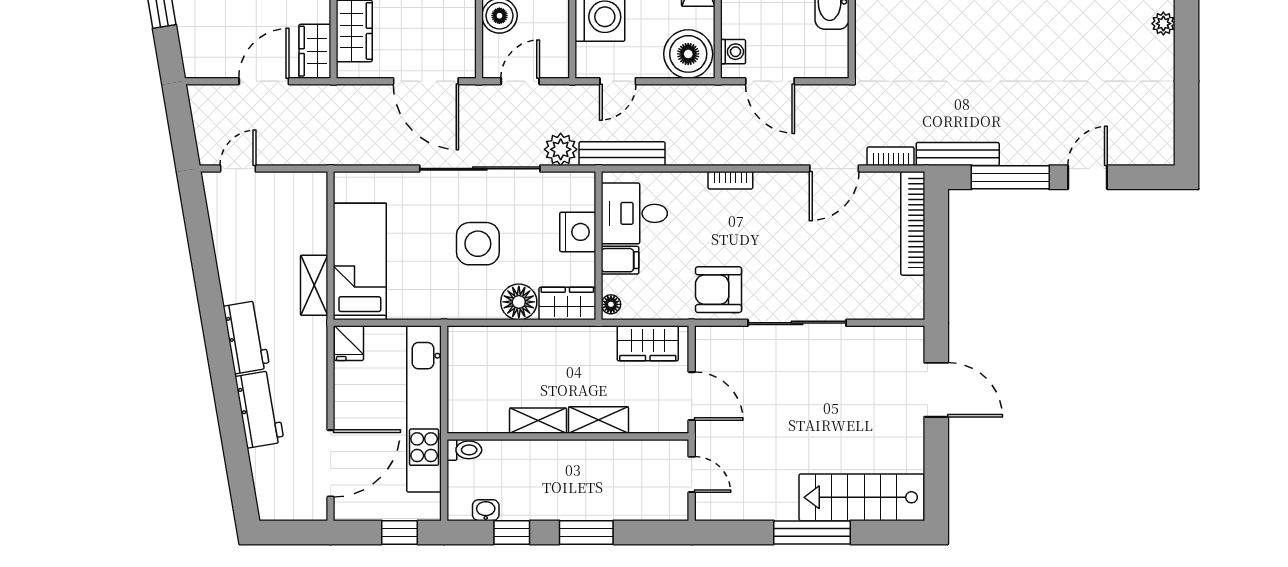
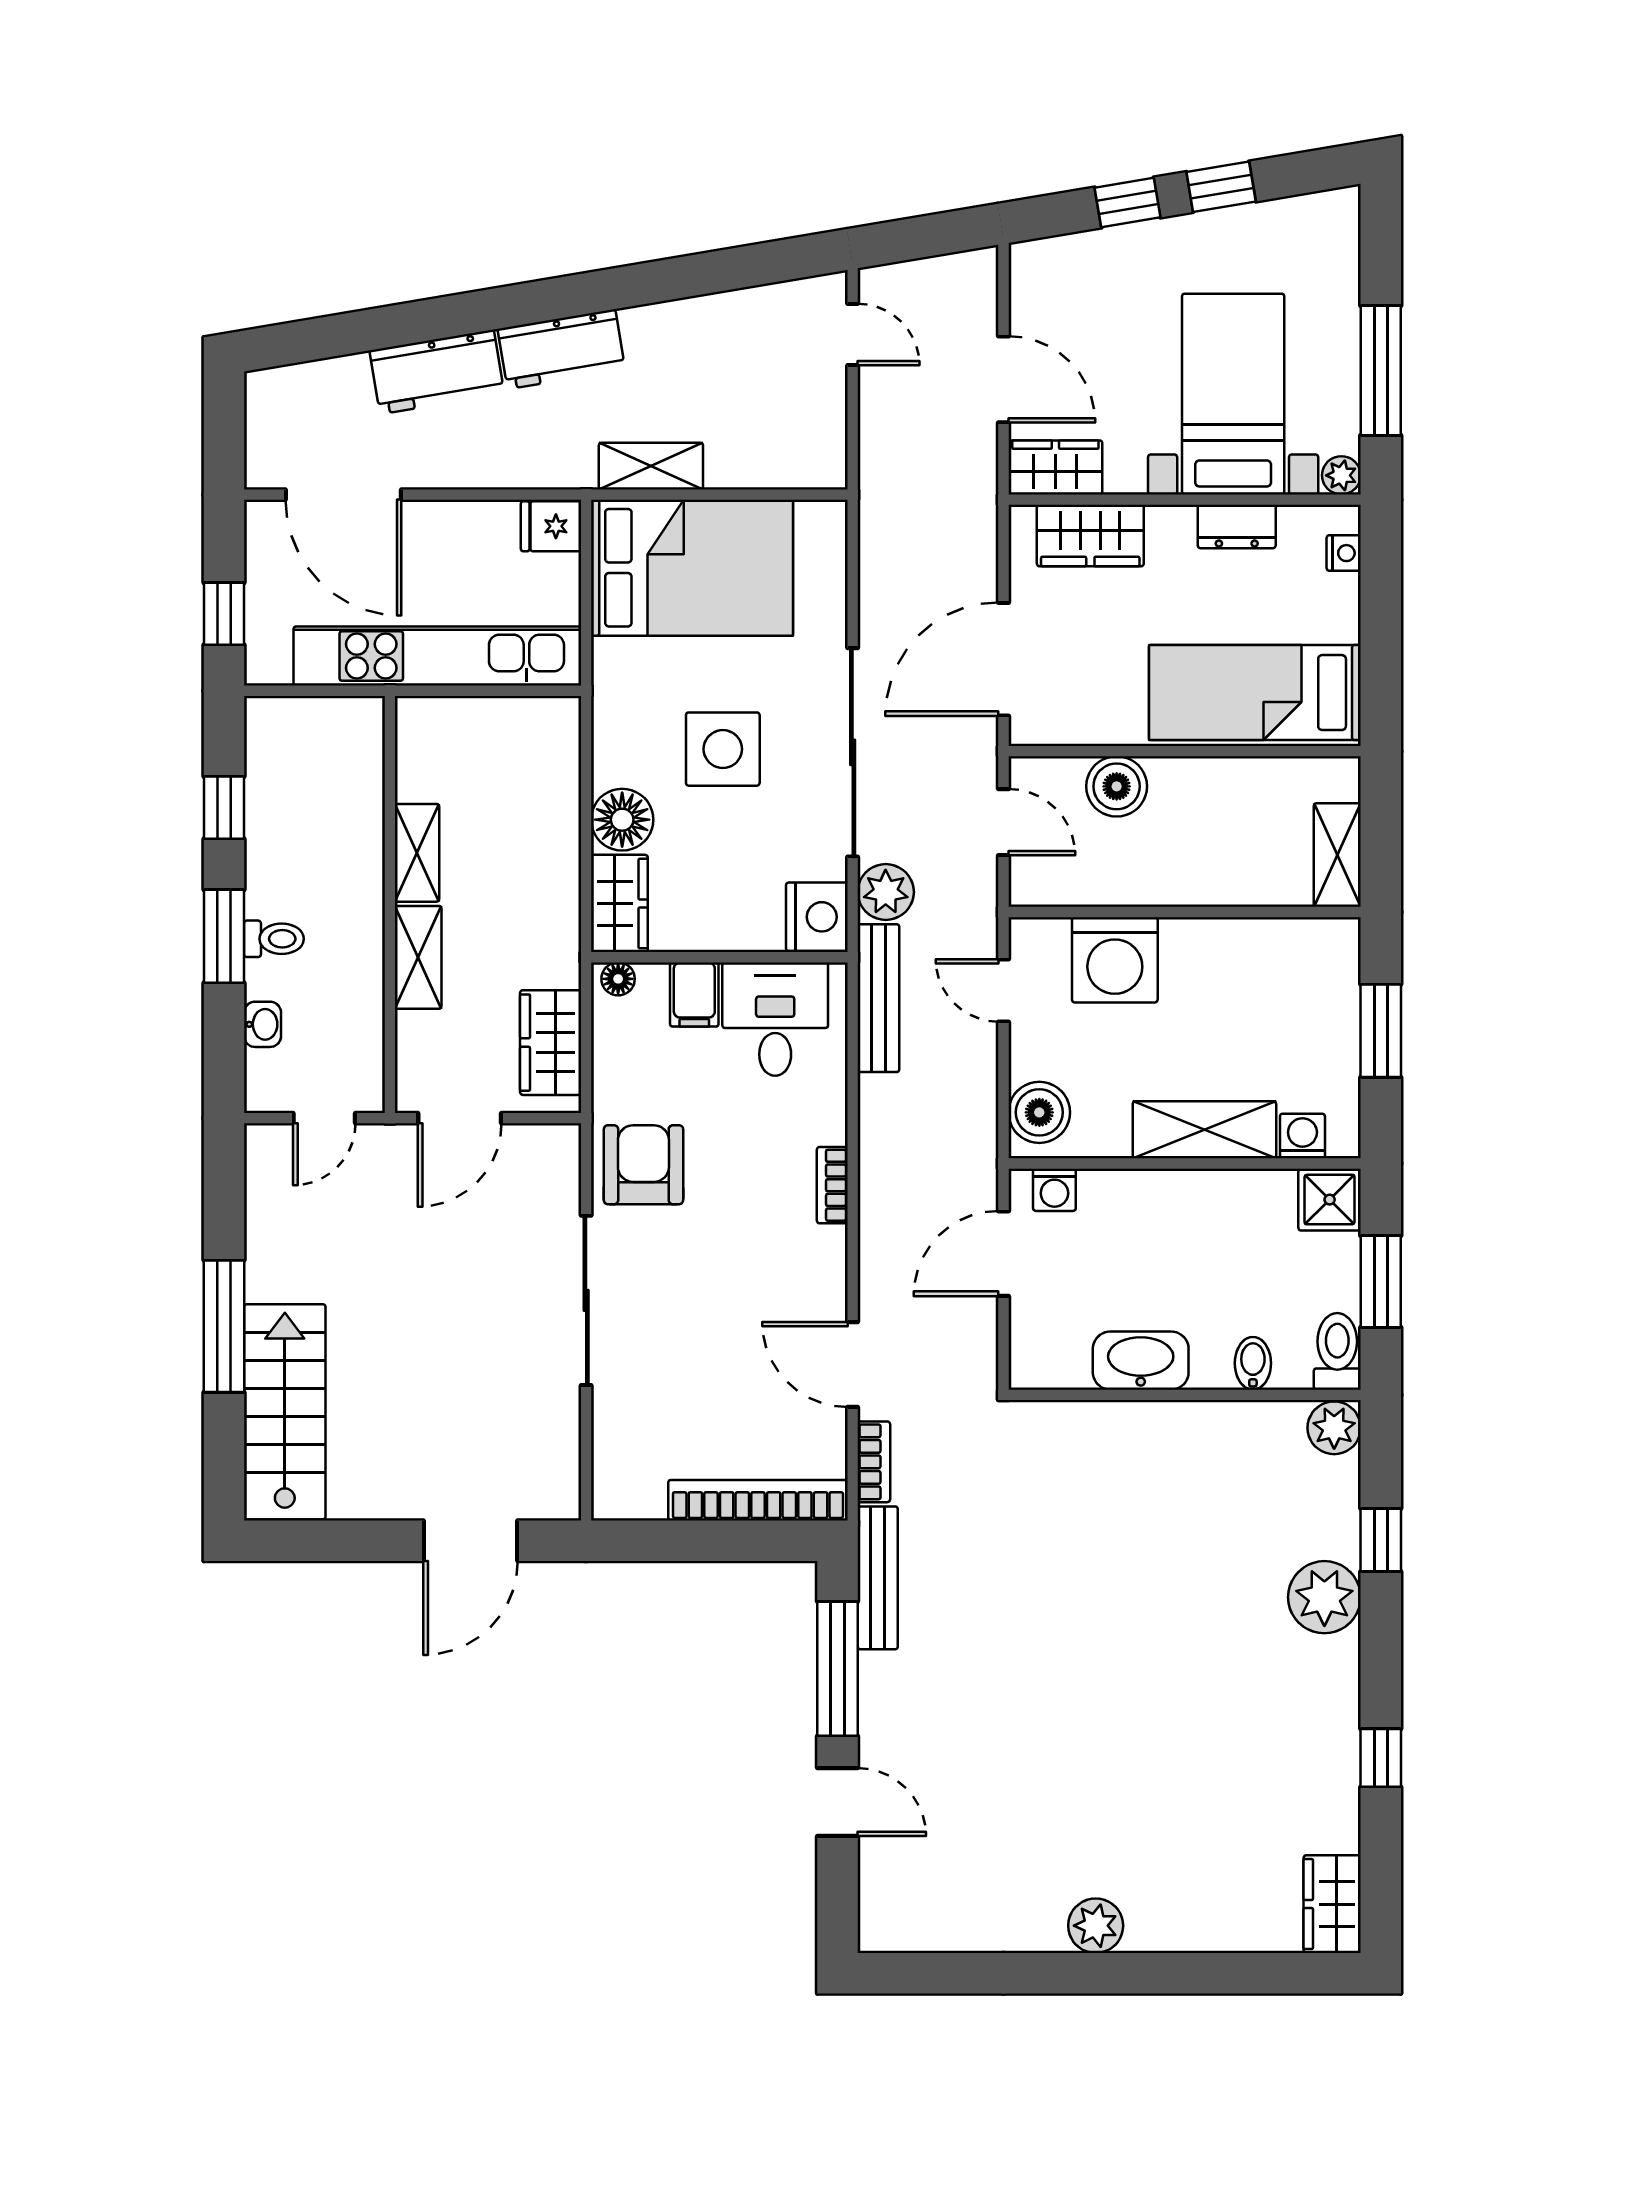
plant: (1163, 24) -> (1096, 1926), width x1.38, depth x1.38
boiler: (688, 54) -> (1039, 1112), width x0.73, depth x0.73
nightstand: (578, 232) -> (817, 917), moved, turned -90
bed: (360, 261) -> (692, 568), width x1.50
toilet: (464, 450) -> (274, 939), moved, turned -90
washbasin: (486, 510) -> (263, 1024), moved

